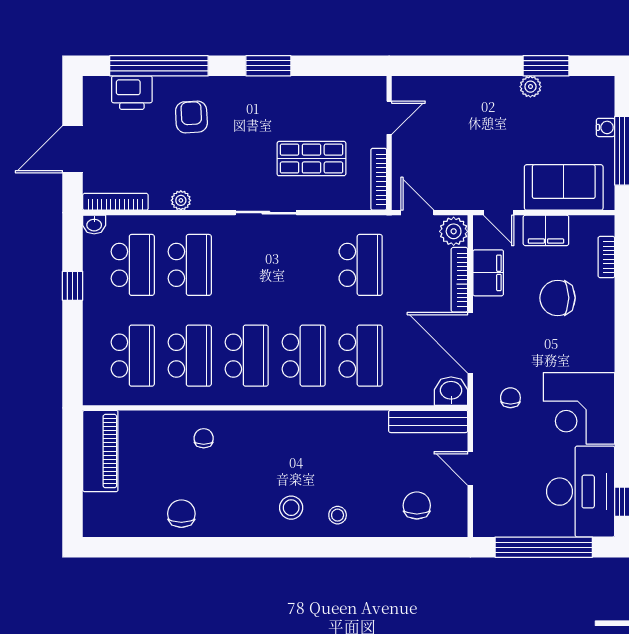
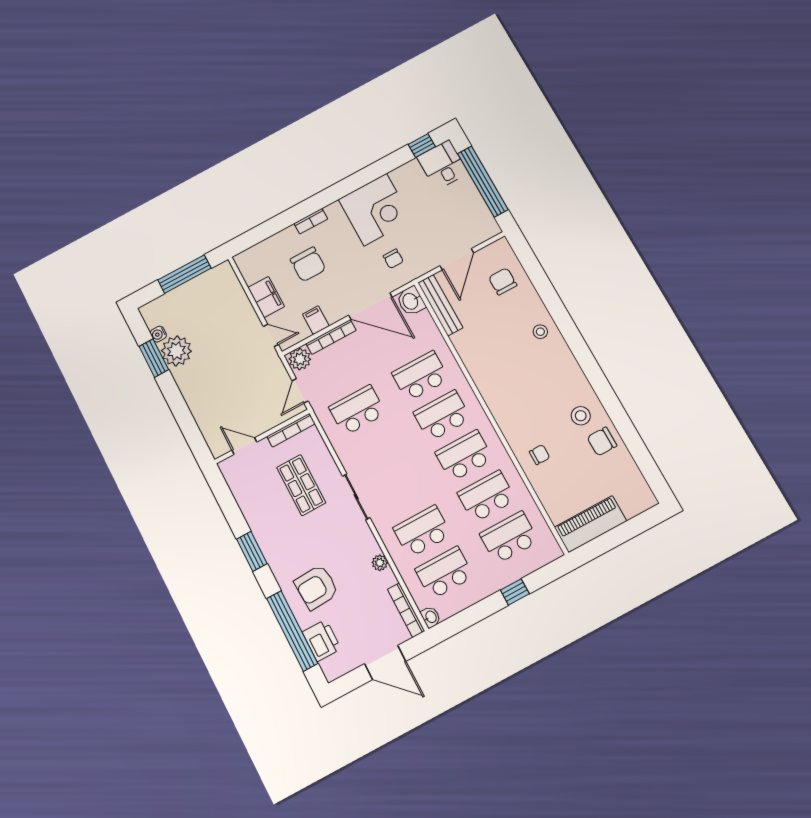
plant: (530, 87) -> (176, 351), width x1.88, depth x1.88
armchair: (191, 117) -> (316, 587), width x1.38, depth x1.38
water cooler: (606, 127) -> (158, 334), moved, turned -90
sofa: (564, 187) -> (231, 301), removed
door: (499, 213) -> (271, 335), hinge flipped
bookcase: (606, 257) -> (311, 221), moved
filing cabinet: (488, 273) -> (316, 320), width x0.50
window: (73, 286) -> (515, 592), moved
door: (470, 343) -> (370, 306), hinge flipped
chair: (510, 398) -> (393, 259), turned -90
chair: (204, 438) -> (540, 455), turned 180
door: (470, 468) -> (457, 259), width x1.38
desk: (581, 492) -> (443, 165), width x0.53, depth x0.77
chair: (417, 505) -> (503, 281), turned 90
stool: (291, 508) -> (581, 416), moved

